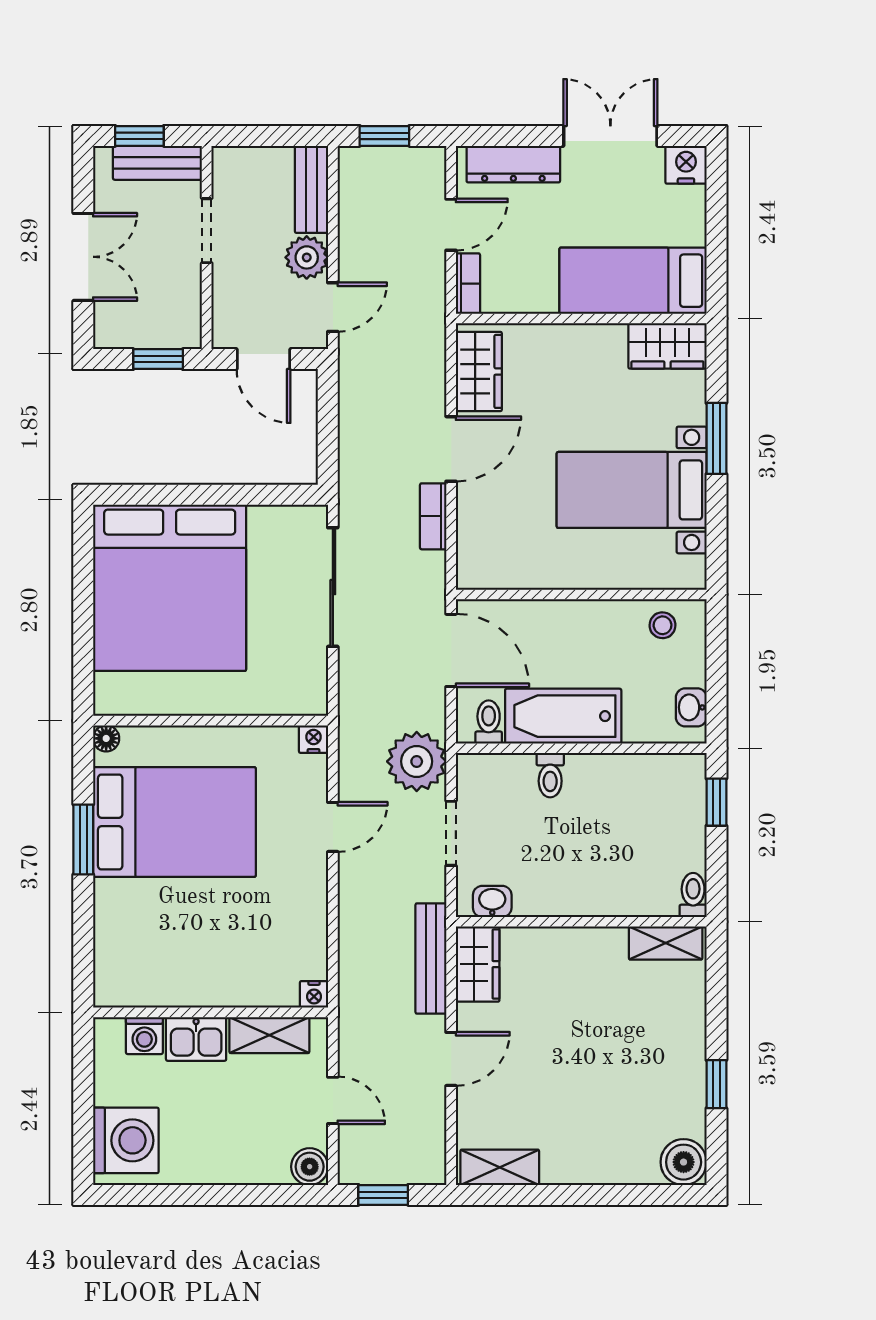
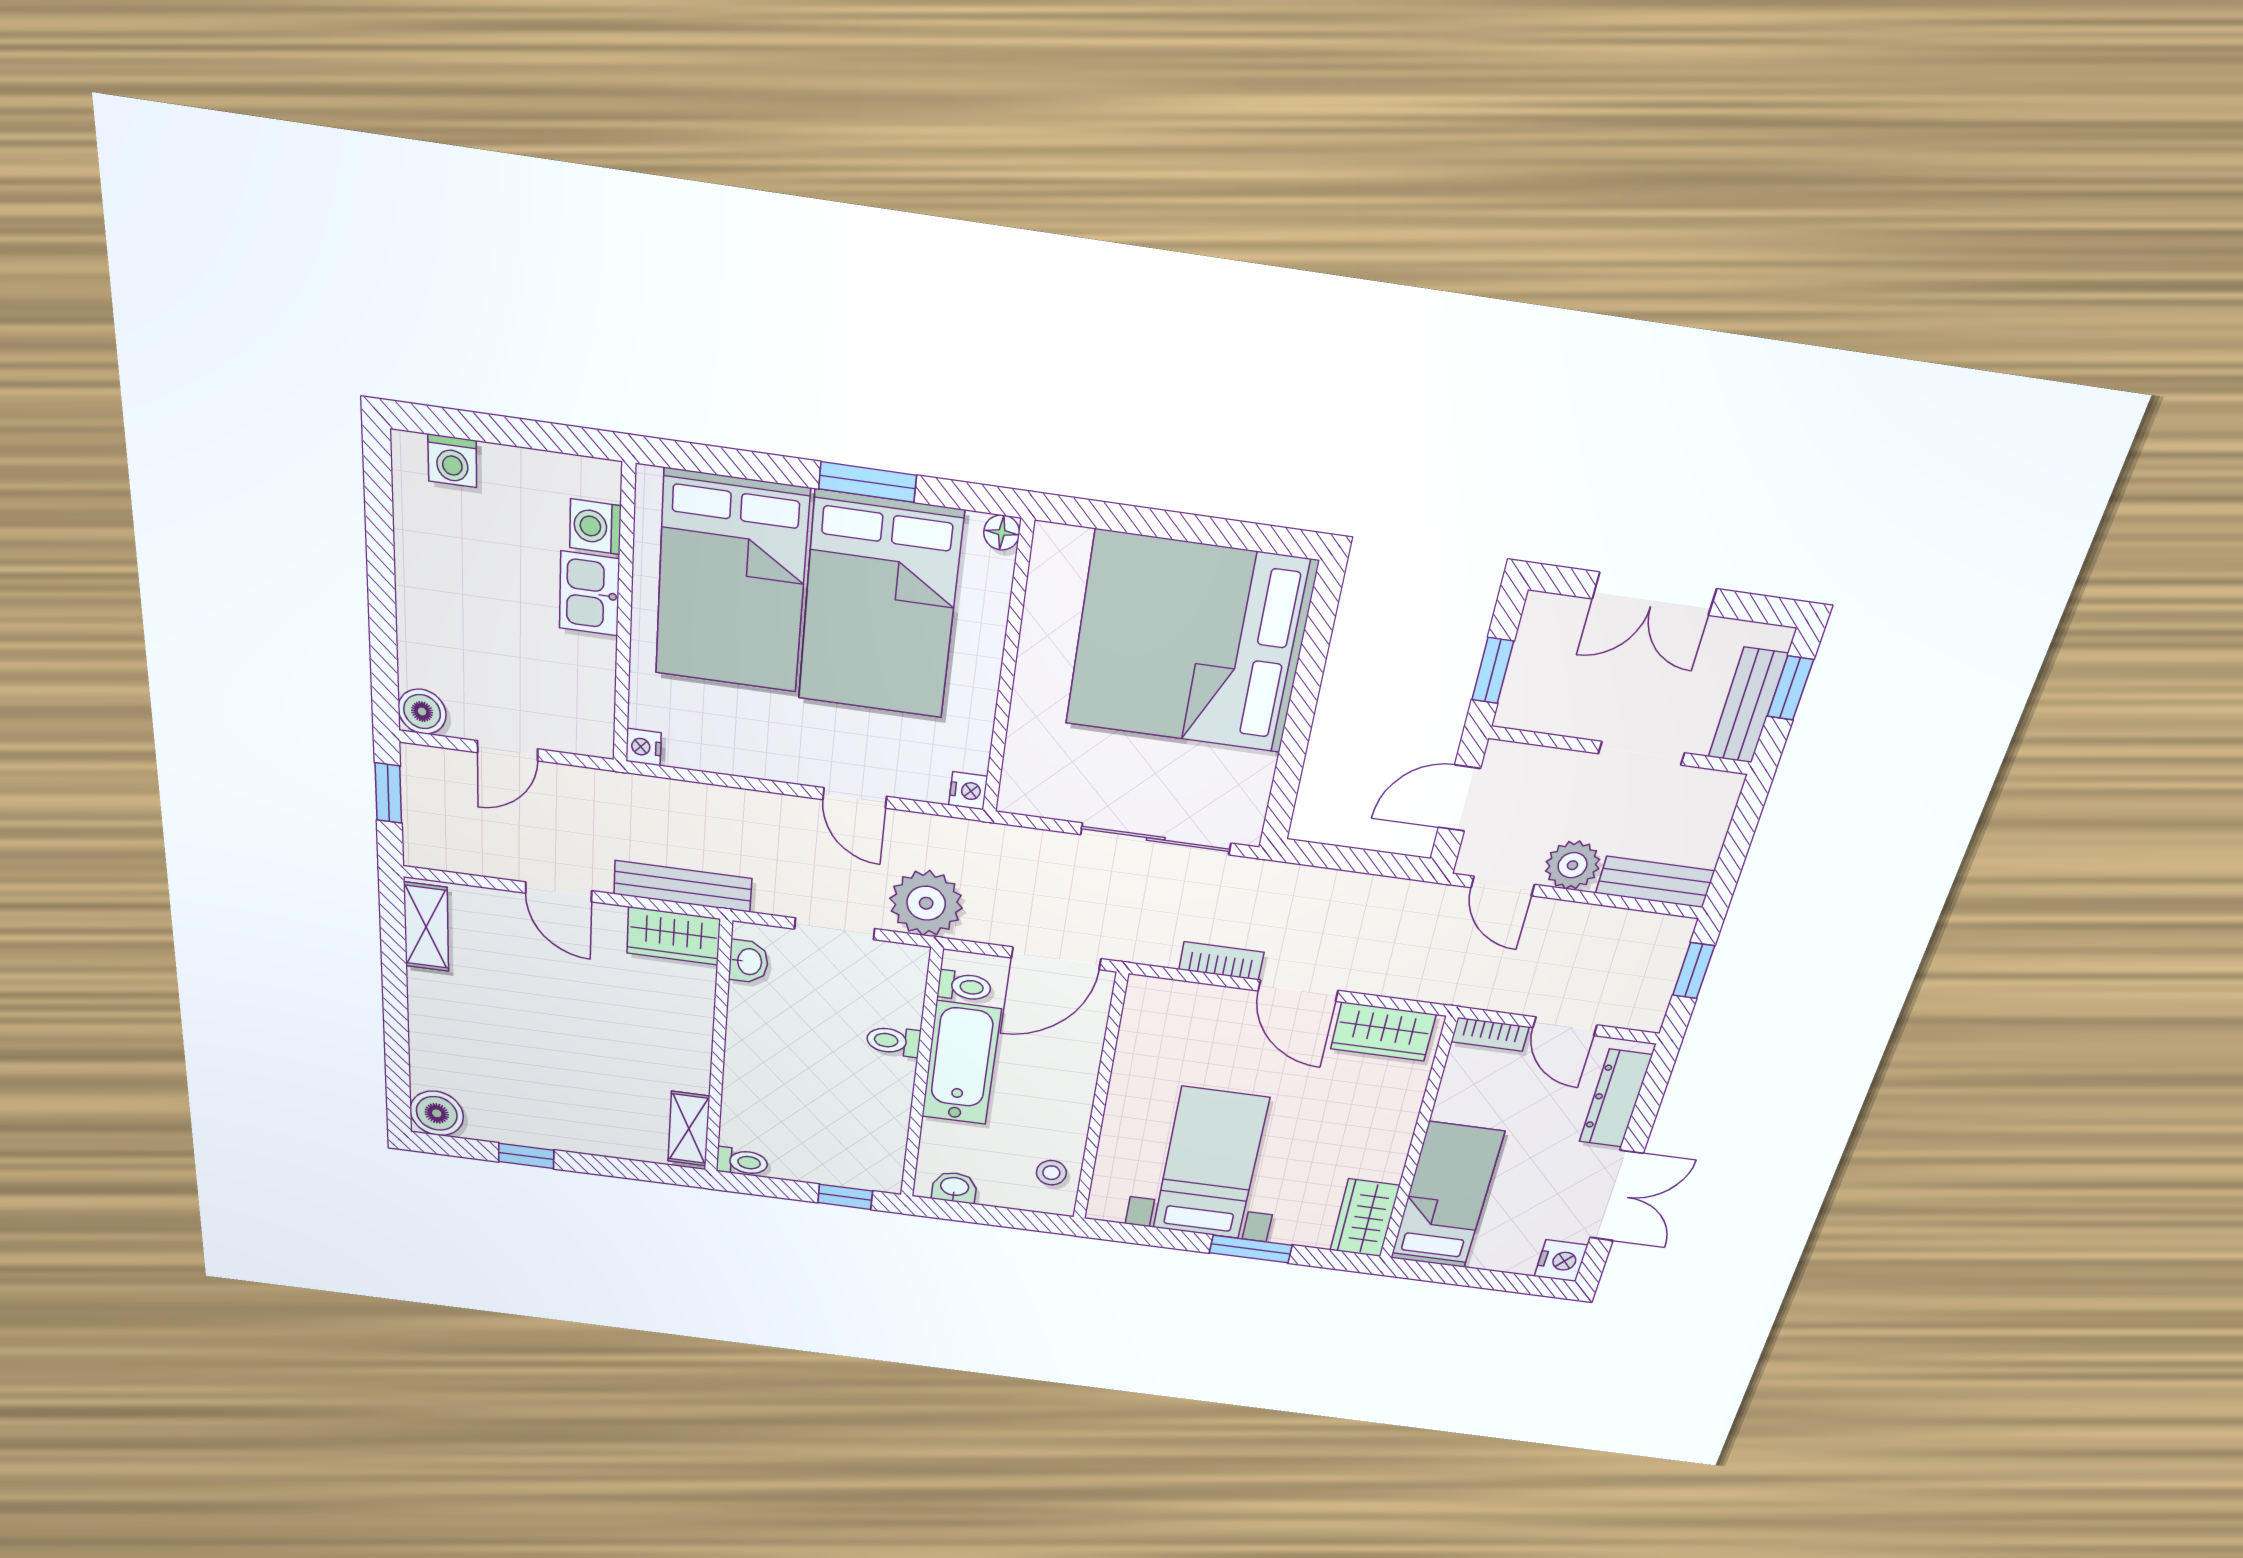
bed: (172, 933) -> (732, 582), added
shelving: (269, 1035) -> (592, 686), removed
washing machine: (126, 1140) -> (452, 461), width x0.53, depth x0.53

